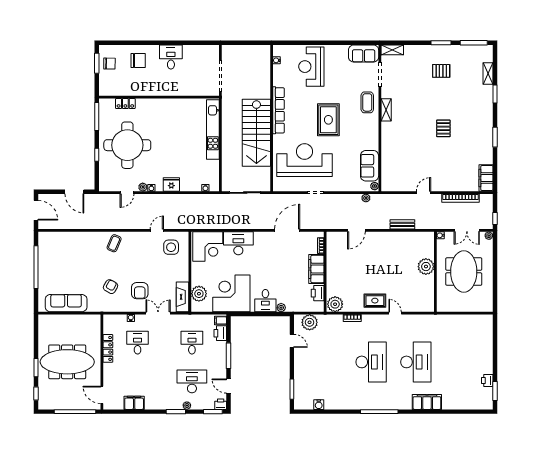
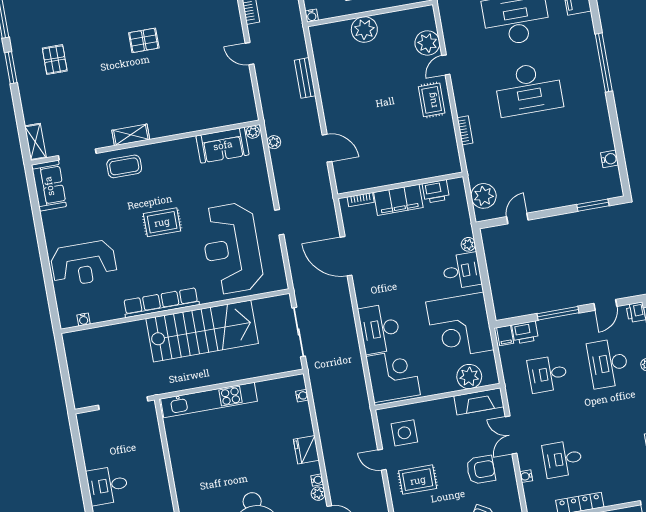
rug: (328, 120) -> (162, 222), width x0.73, depth x0.70
rug: (141, 250) -> (418, 480), added
plant: (335, 304) -> (427, 43), moved
desk: (371, 362) -> (529, 89), turned 180

